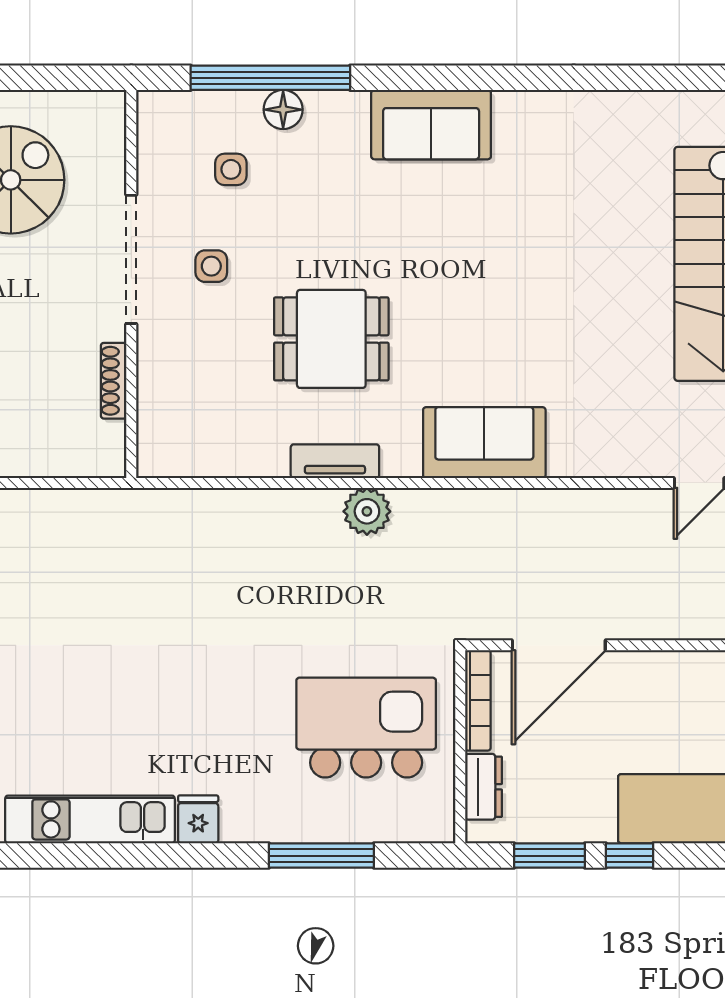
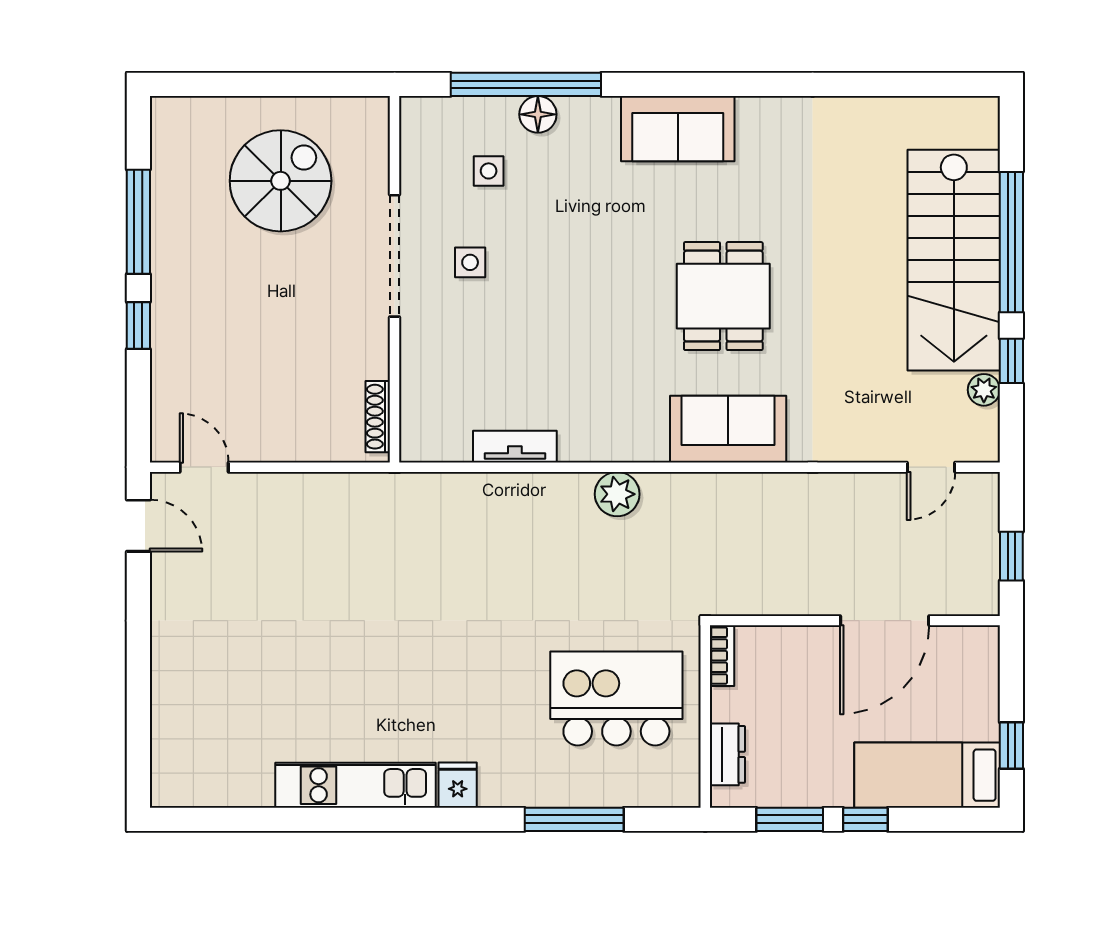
dining table: (331, 339) -> (723, 296), moved, turned 90
shoe rack: (114, 381) -> (378, 417), moved
tv unit: (335, 461) -> (515, 447), moved
door: (559, 645) -> (885, 621), moved
bookcase: (478, 700) -> (722, 656), width x0.64

